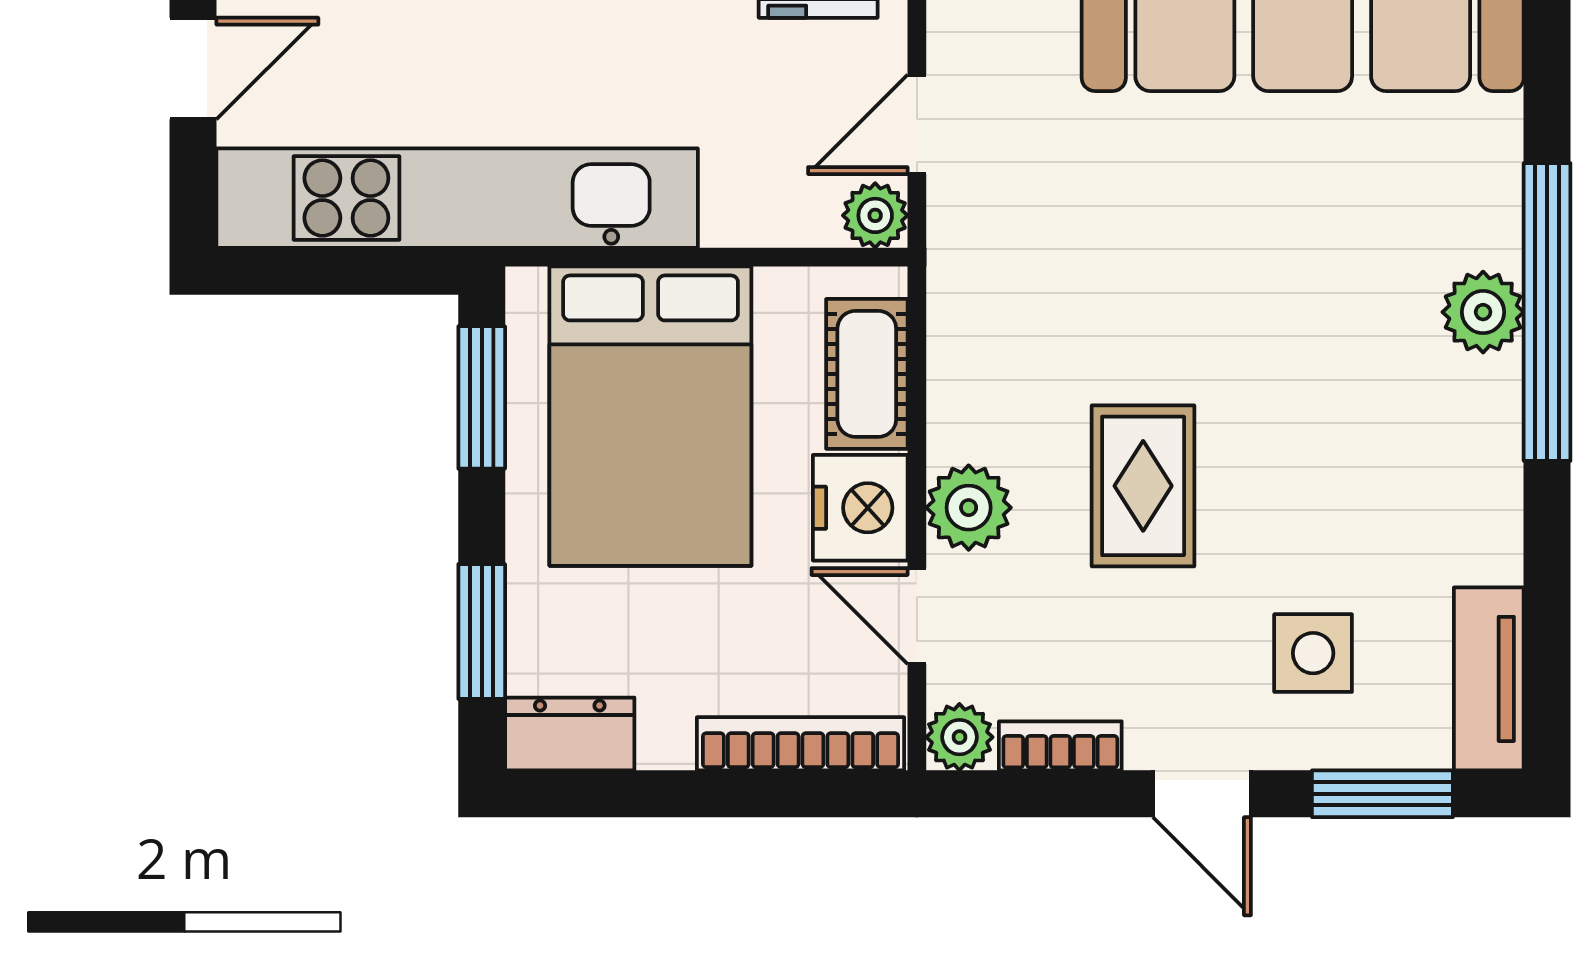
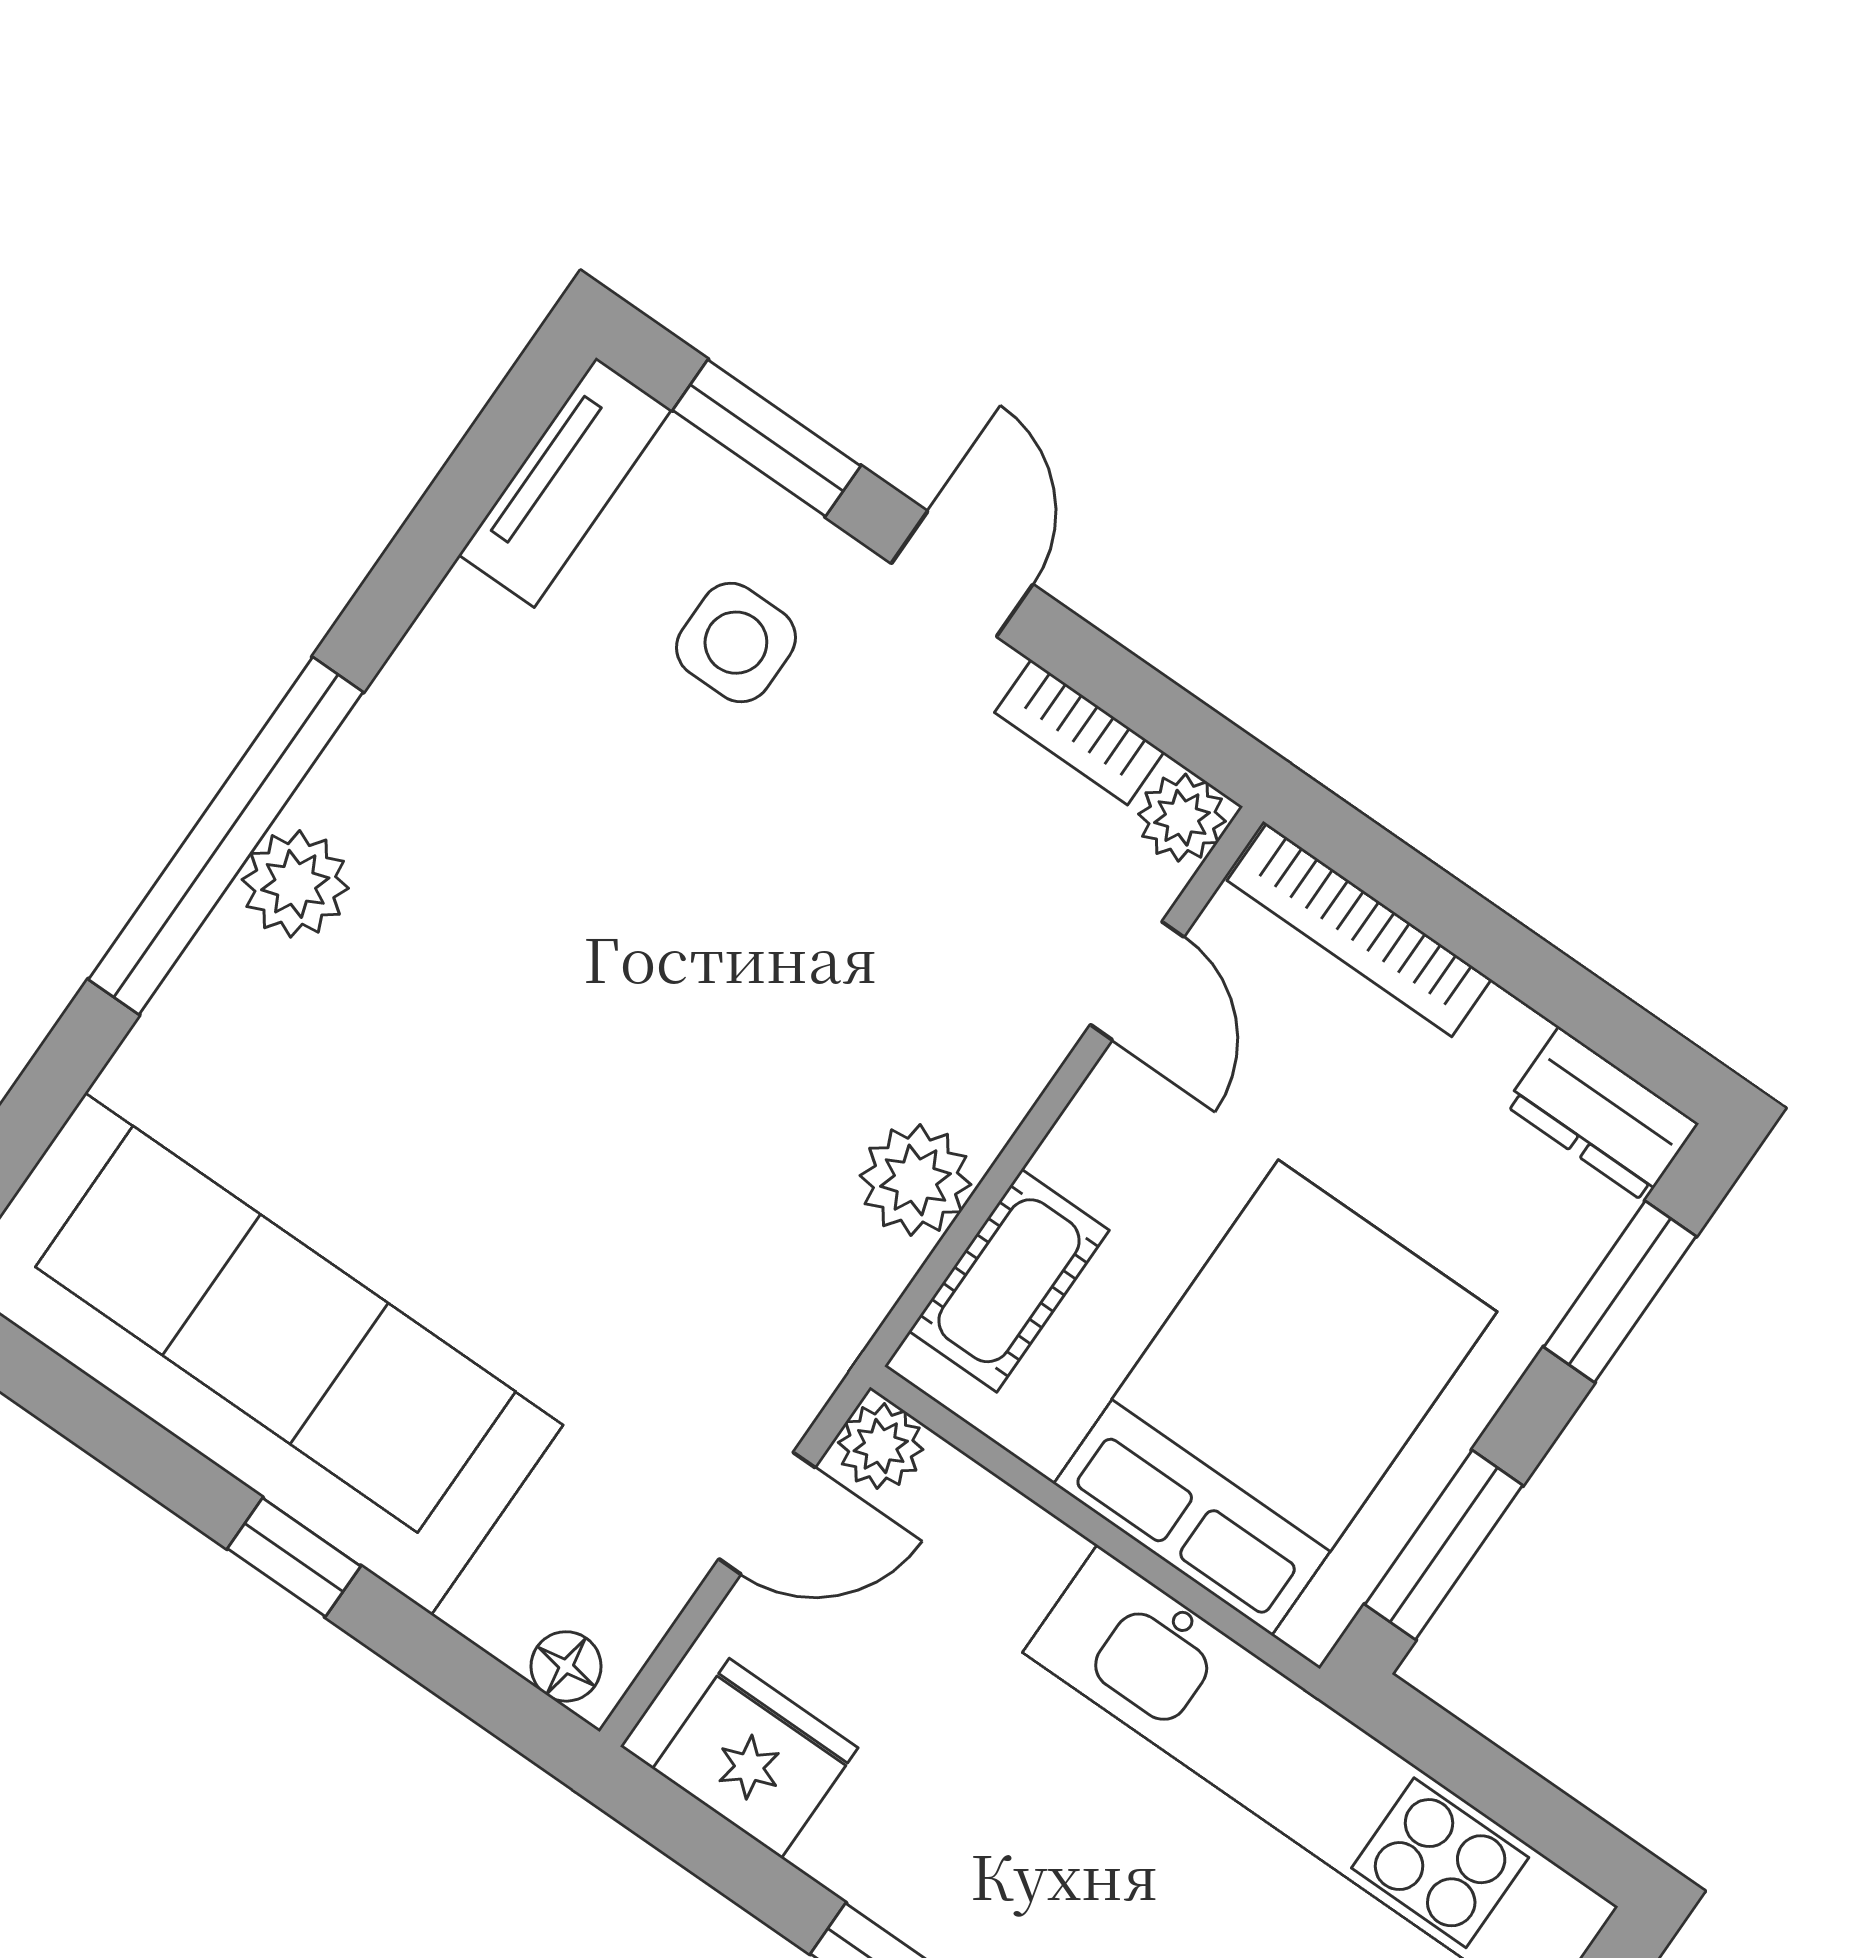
rug: (1143, 486) -> (794, 952), removed
nightstand: (860, 508) -> (1117, 1141), removed
plant: (969, 508) -> (915, 1180), moved

